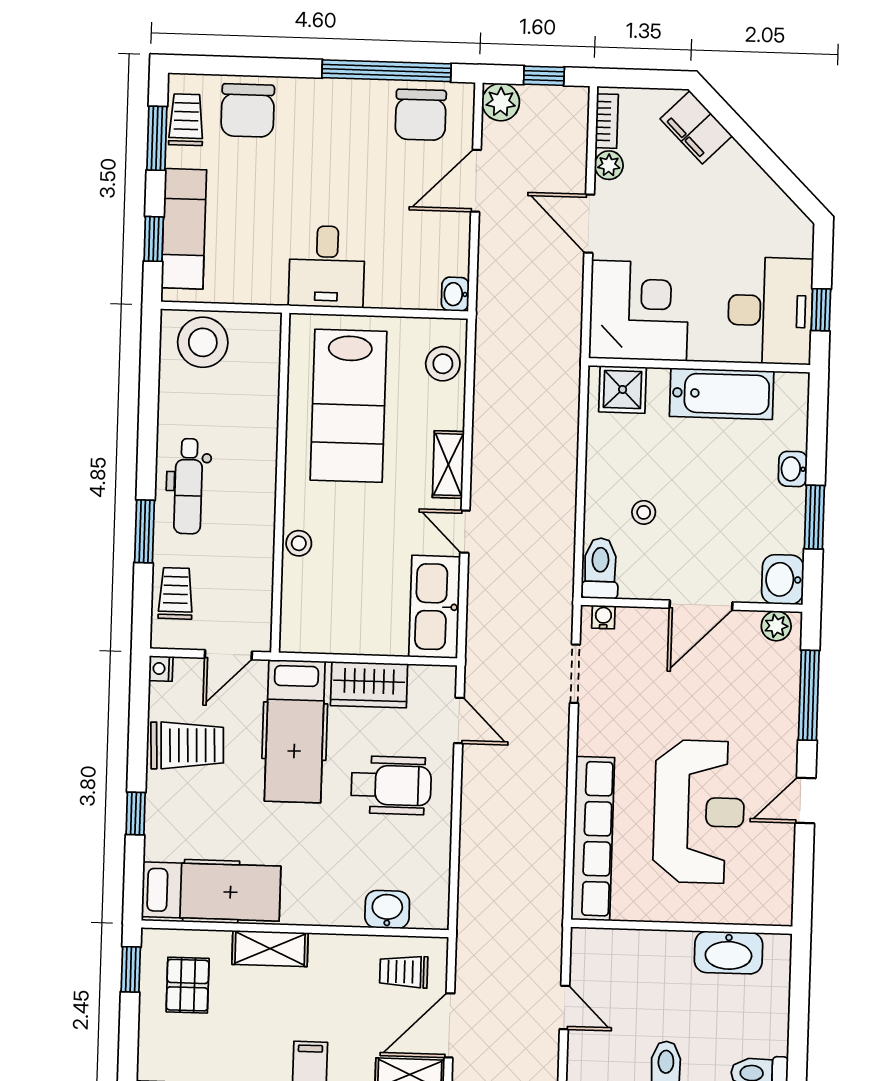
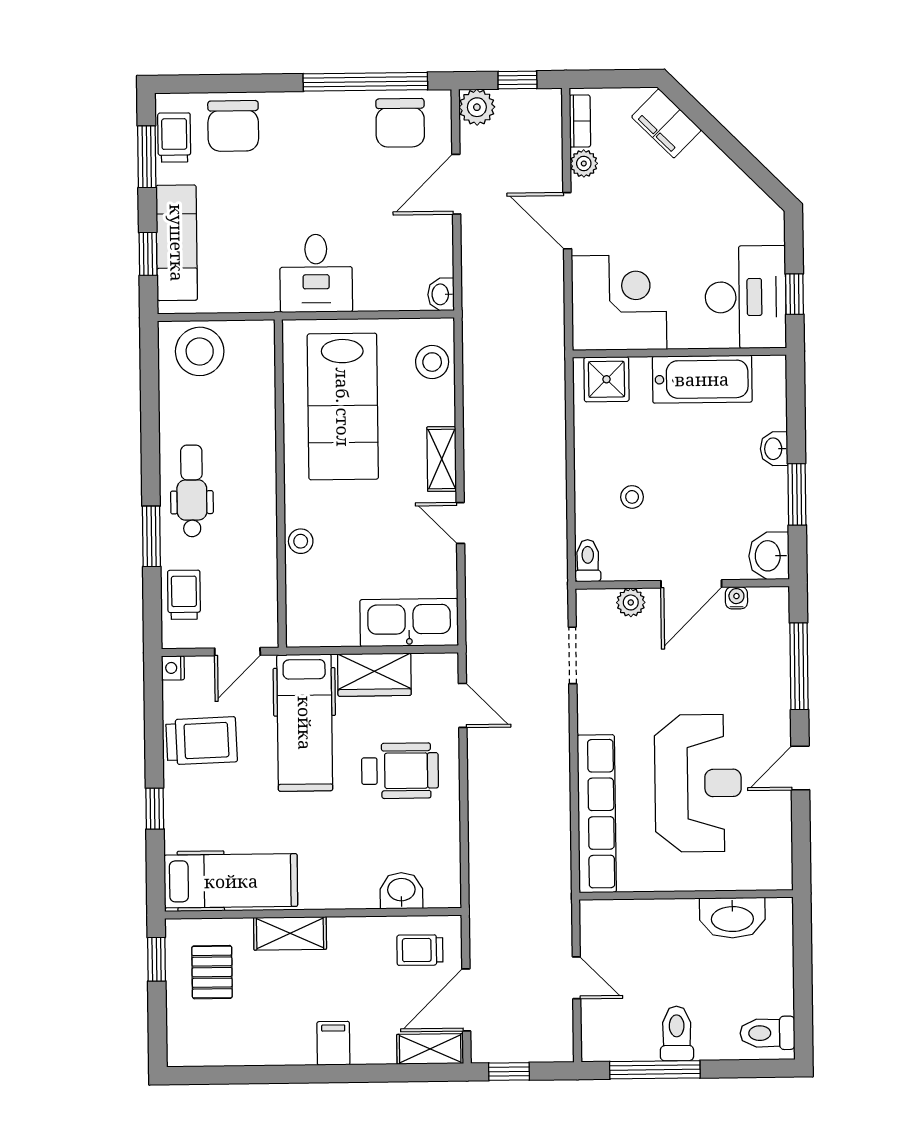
dental chair: (188, 486) -> (192, 491), turned 180
toilet: (600, 568) -> (588, 561), width x0.73, depth x0.72
kitchen sink: (435, 607) -> (409, 623), moved, turned 90
water cooler: (603, 617) -> (736, 598), moved
plant: (776, 626) -> (631, 602), moved

